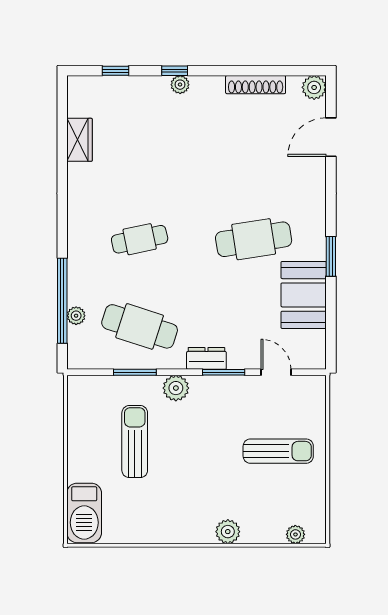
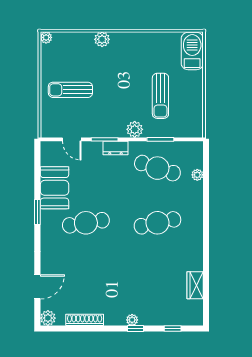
cafe table: (140, 239) -> (157, 223), width x1.37, depth x1.35
window: (62, 301) -> (206, 184), removed
plant: (295, 534) -> (46, 37), moved

